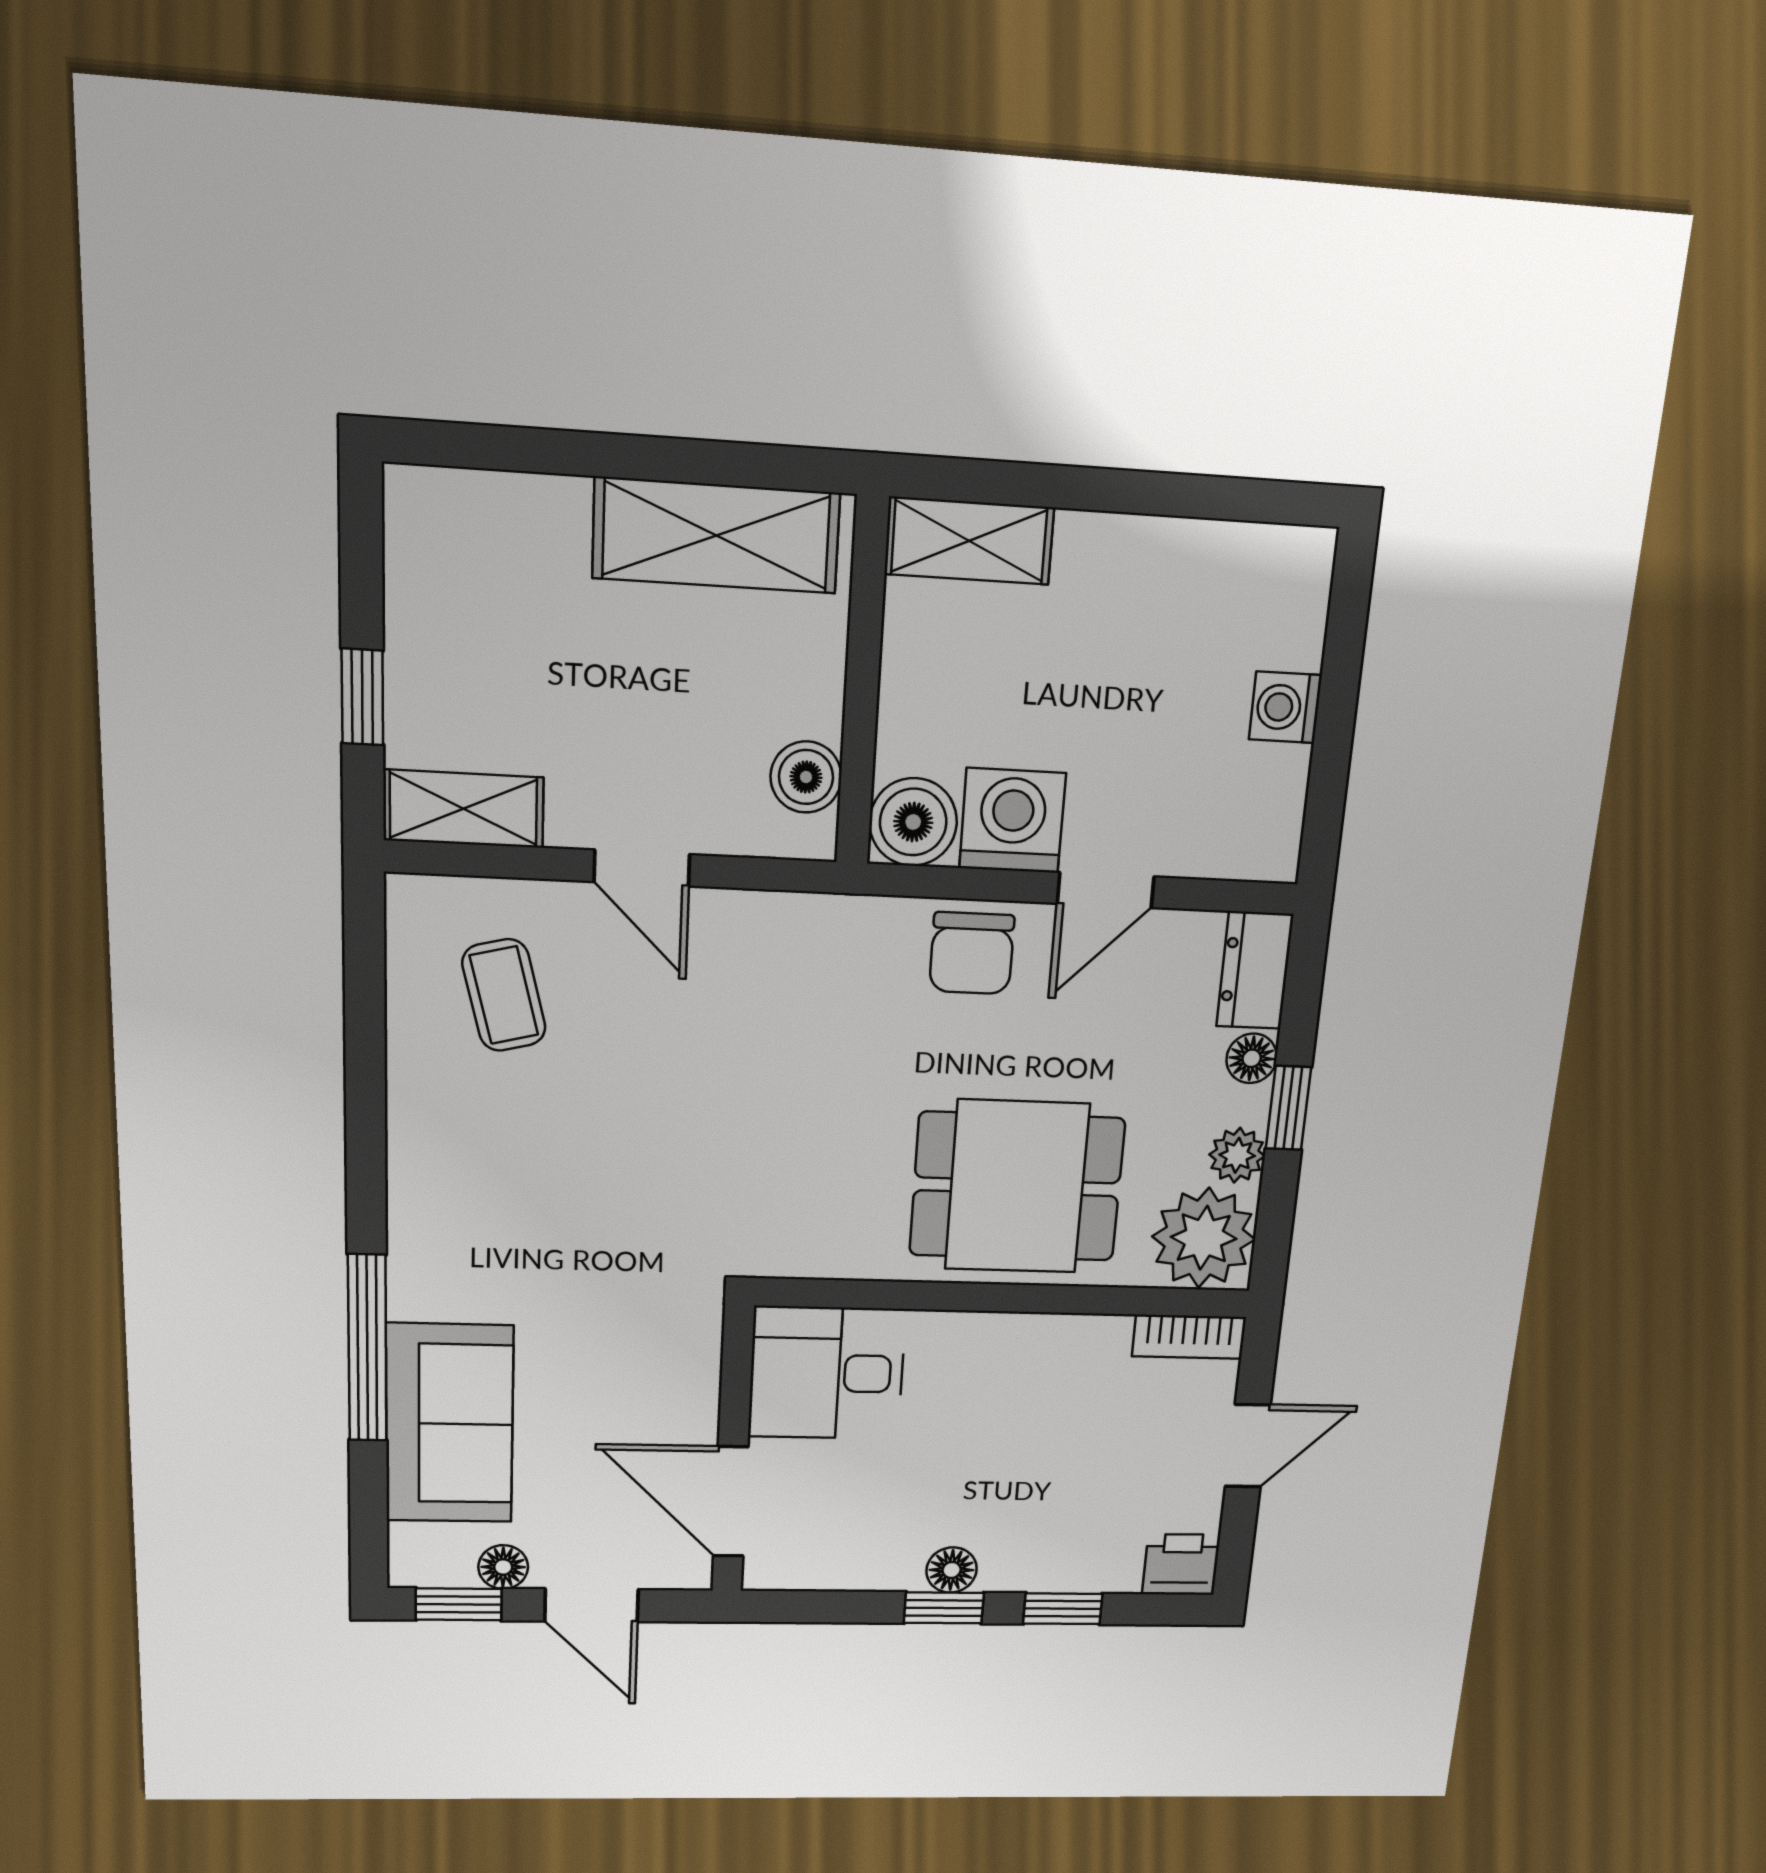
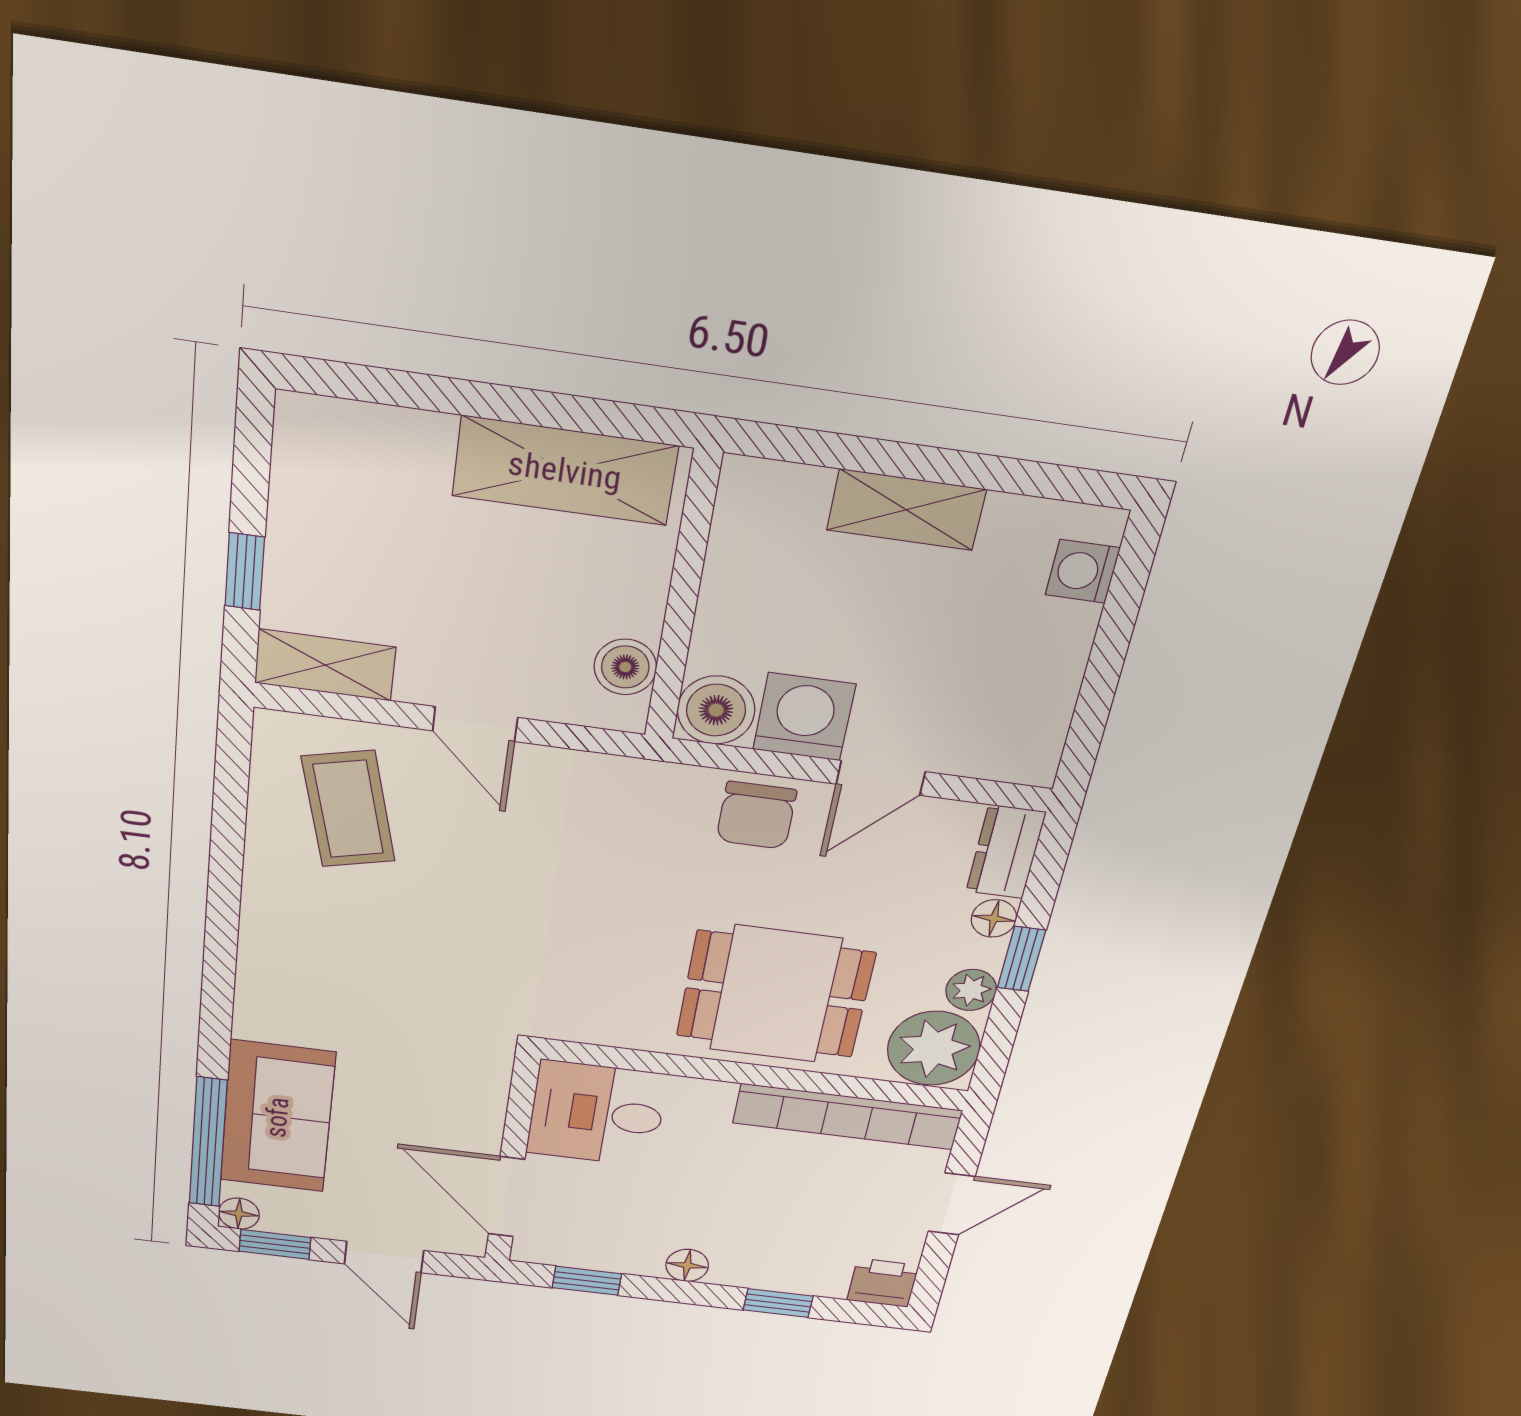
shelving: (969, 541) -> (906, 510), moved
washing machine: (1285, 707) -> (1083, 571), moved
coffee table: (504, 995) -> (348, 809), width x1.36, depth x1.30
bookcase: (1189, 1337) -> (847, 1117), width x2.31, depth x1.31
window: (367, 1348) -> (208, 1143), moved
floor lamp: (503, 1567) -> (239, 1214), moved
window: (944, 1608) -> (587, 1281), moved

